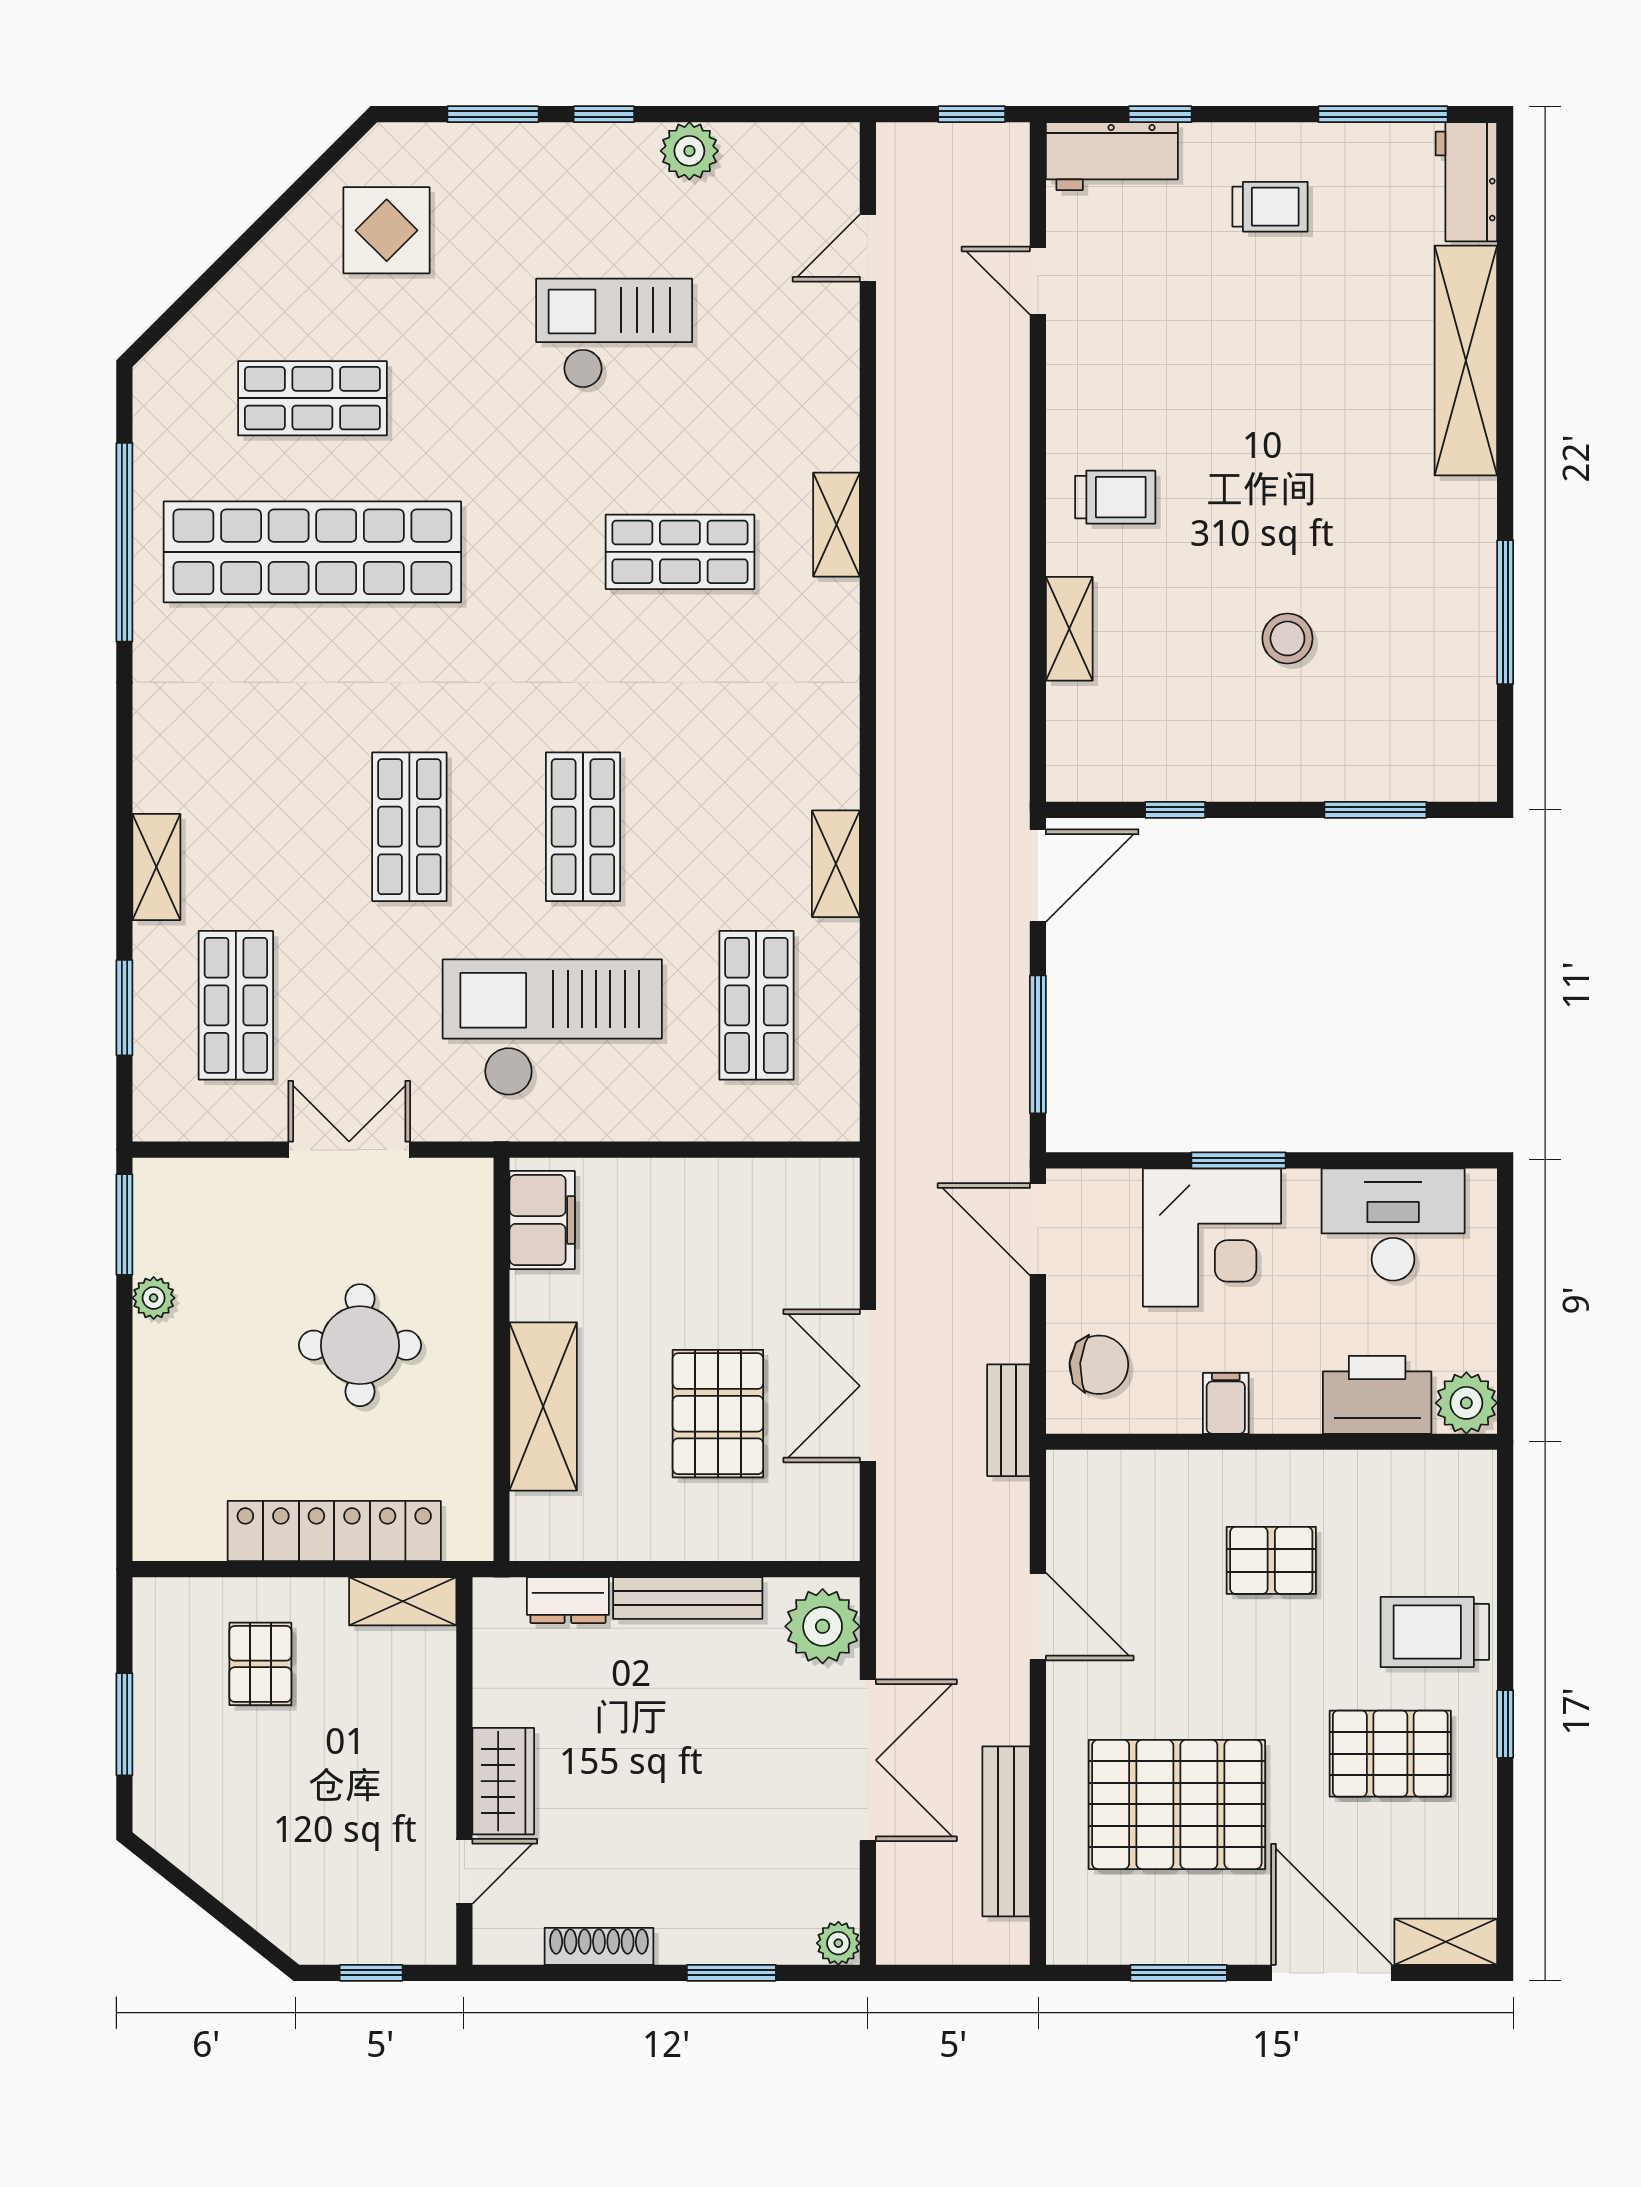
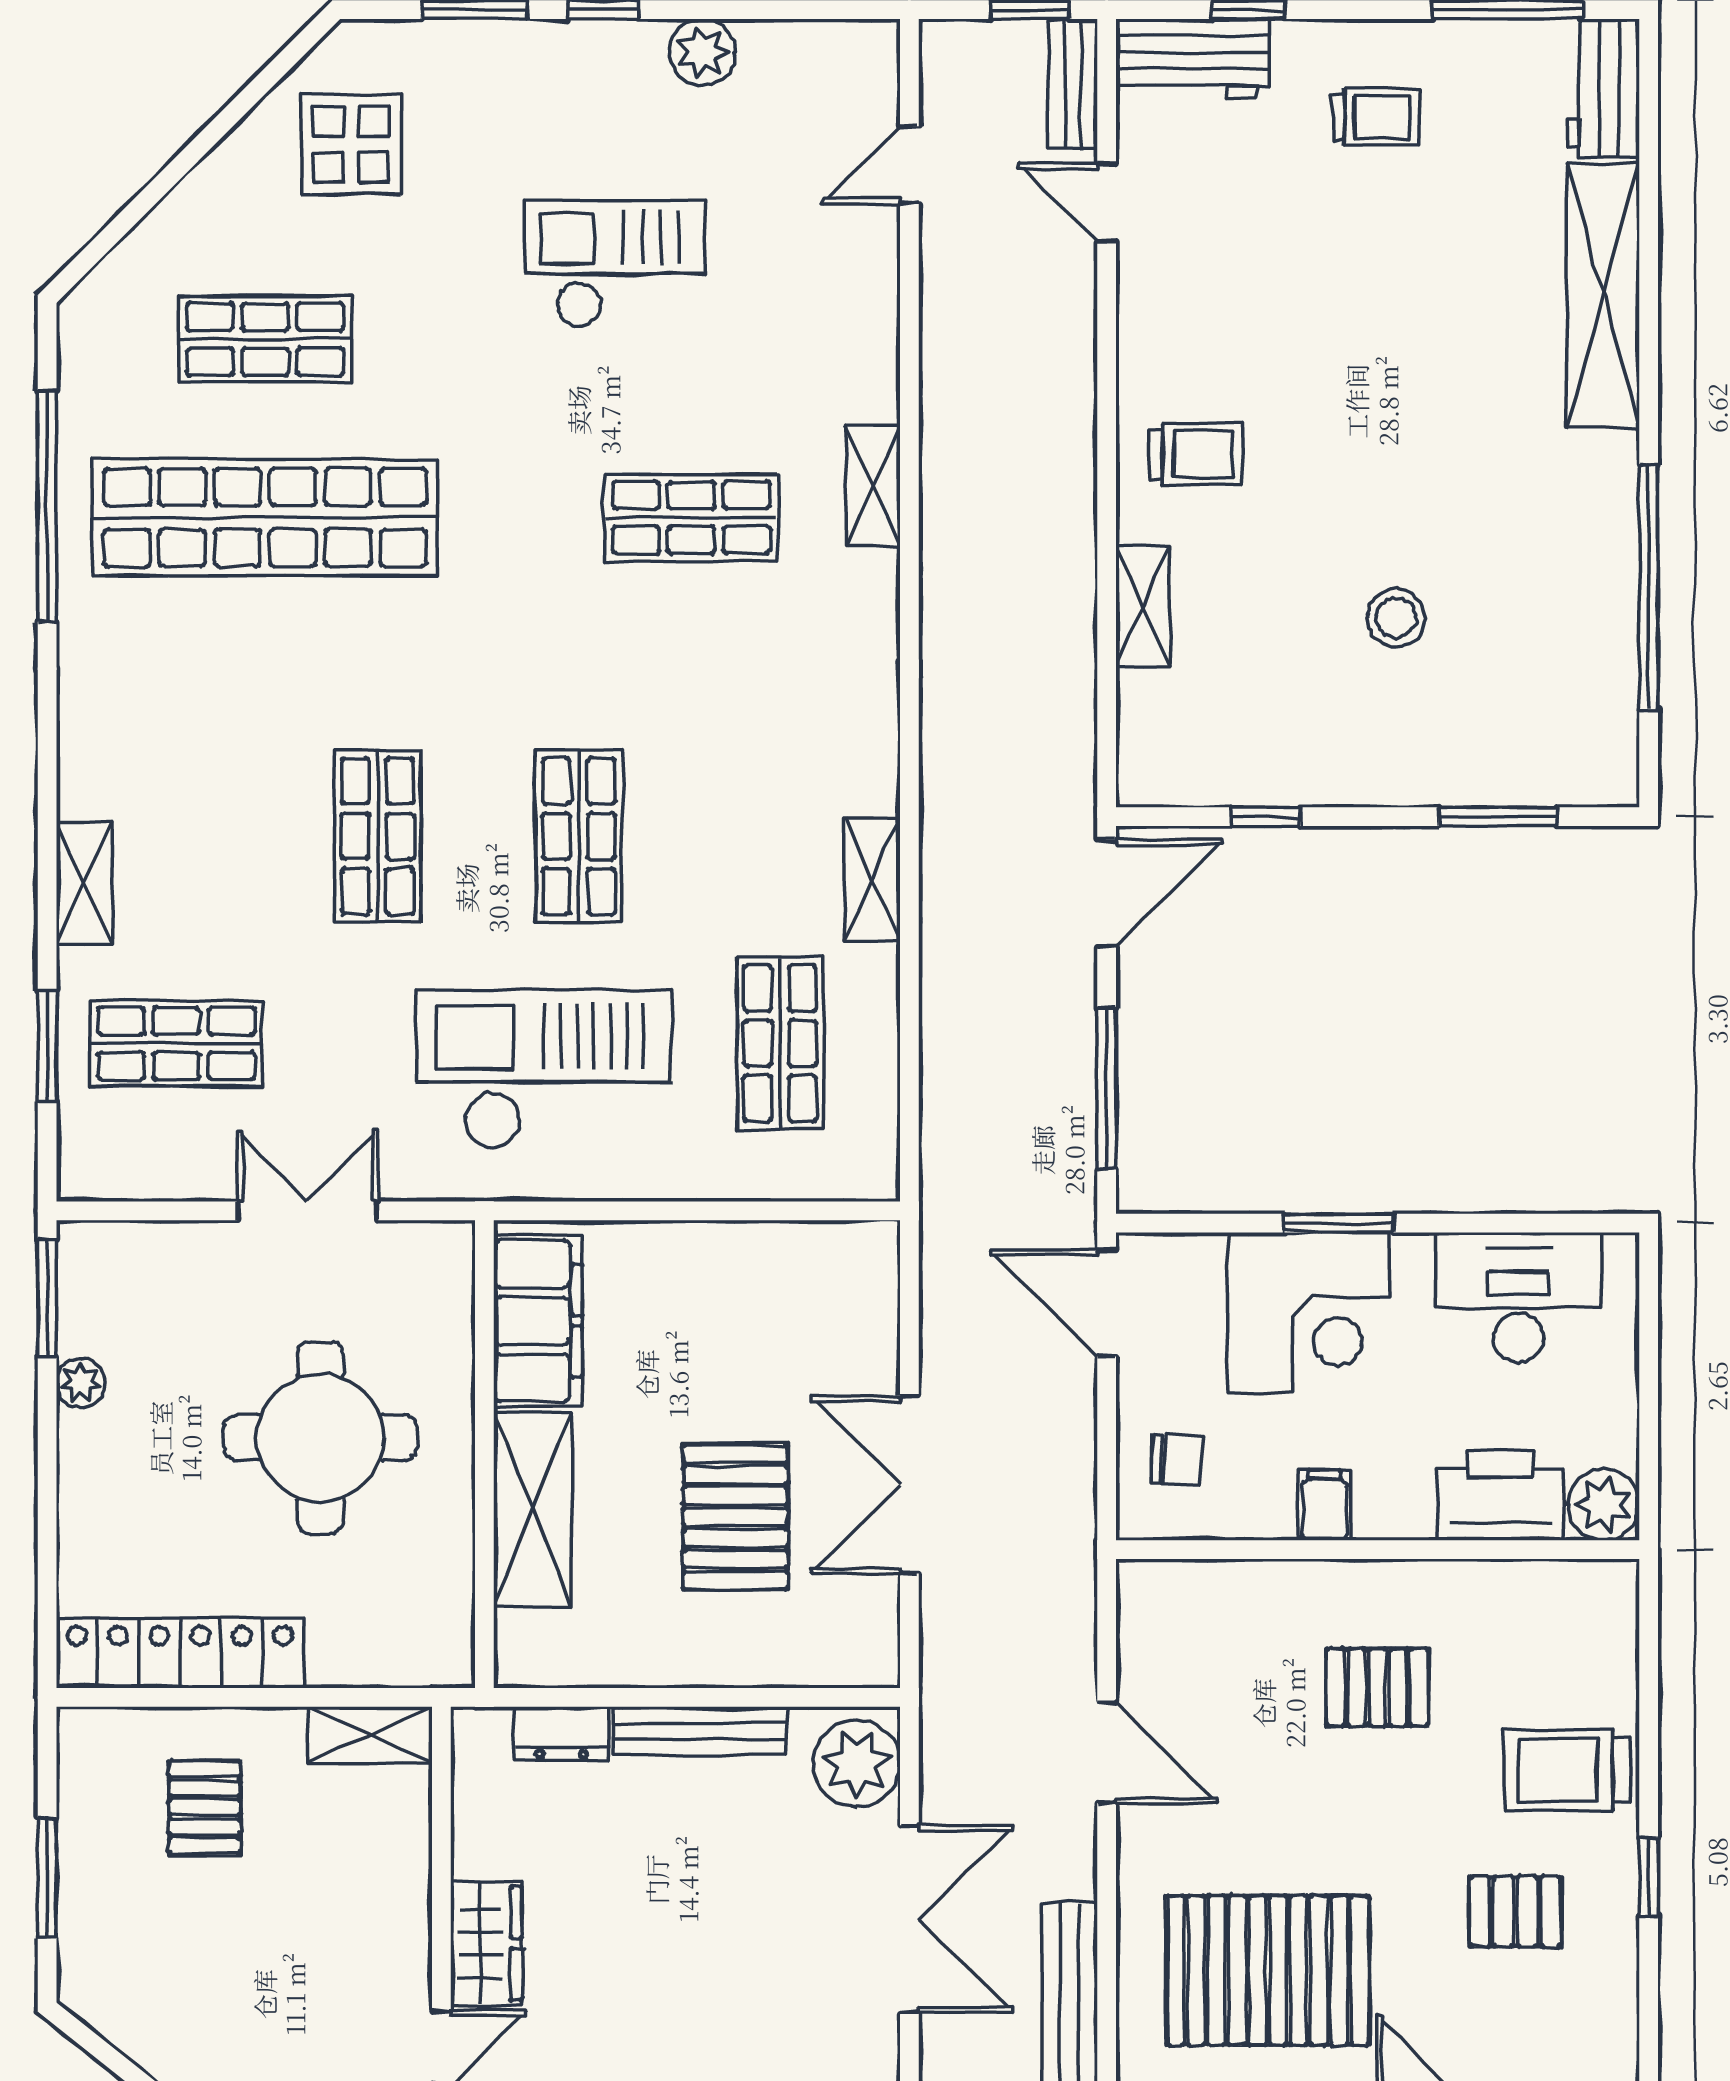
window: (1505, 612) -> (1649, 587), width x1.46
shop shelf: (236, 1005) -> (176, 1043), turned 90
filing cabinet: (542, 1220) -> (538, 1321), width x1.50, depth x1.17
round table: (360, 1345) -> (320, 1438), width x1.36, depth x1.36
chair: (1099, 1365) -> (1177, 1460), width x0.73, depth x0.73
bench: (1009, 1420) -> (1073, 84), moved
locker: (334, 1531) -> (180, 1653), moved
pallet: (1390, 1754) -> (1515, 1911), width x0.67, depth x0.71

